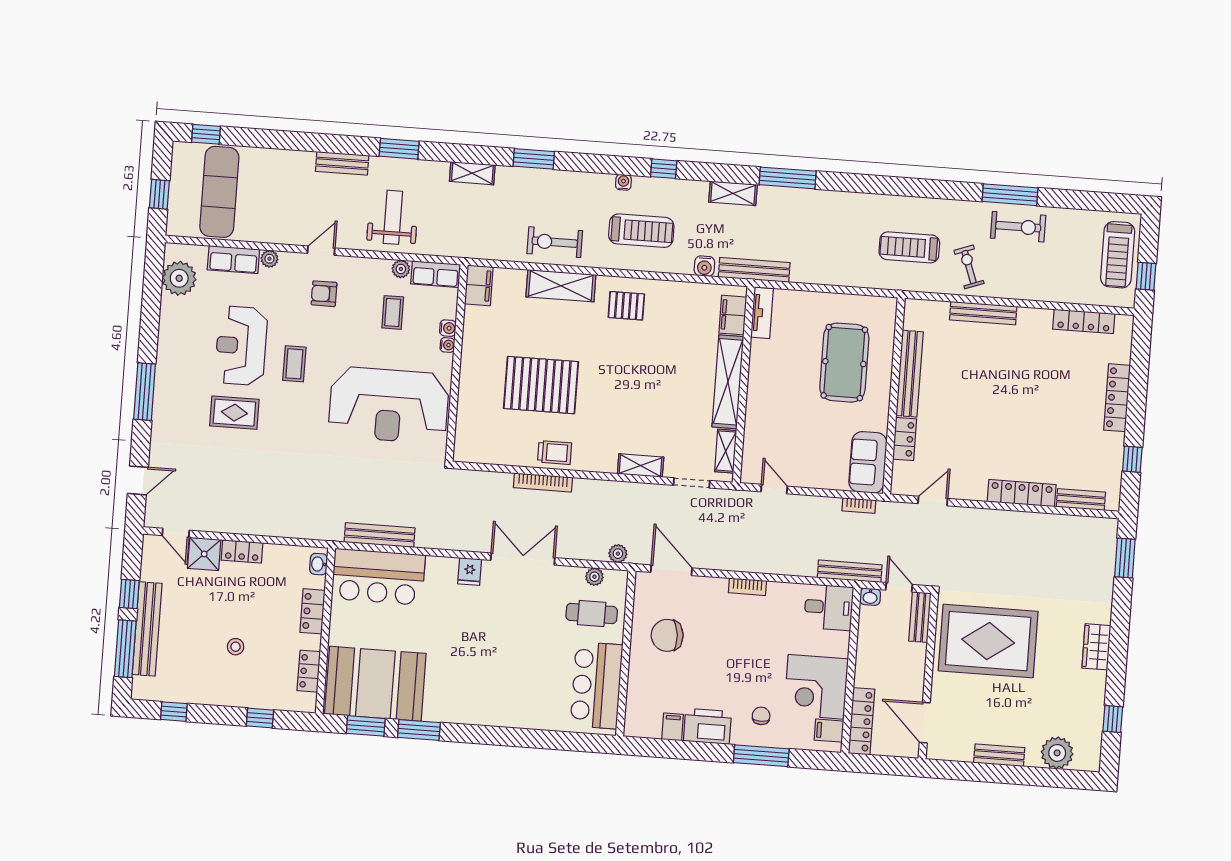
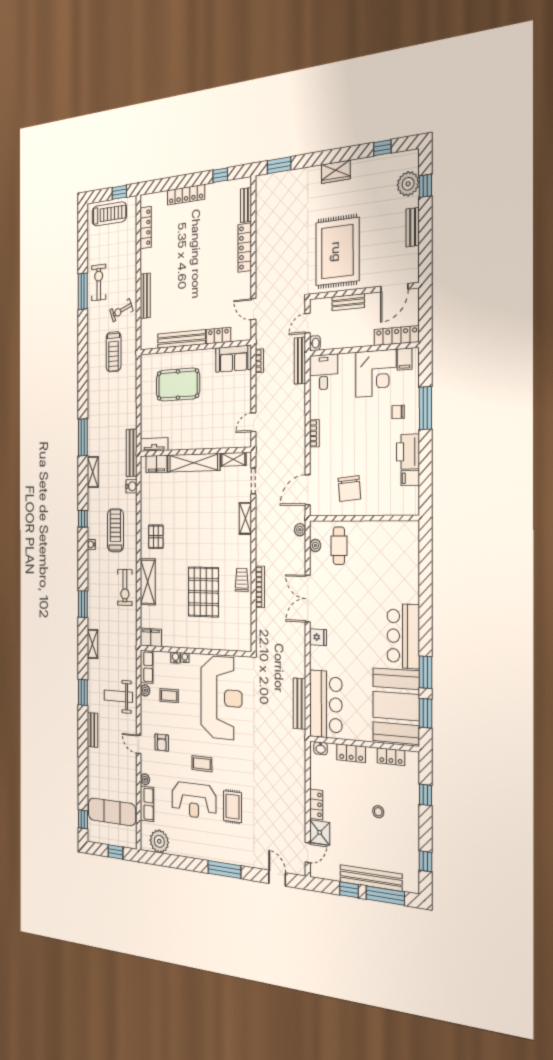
bench: (920, 617) -> (348, 302), moved
bar counter: (596, 685) -> (403, 636), moved, turned 90
window: (1049, 777) -> (425, 186), added

